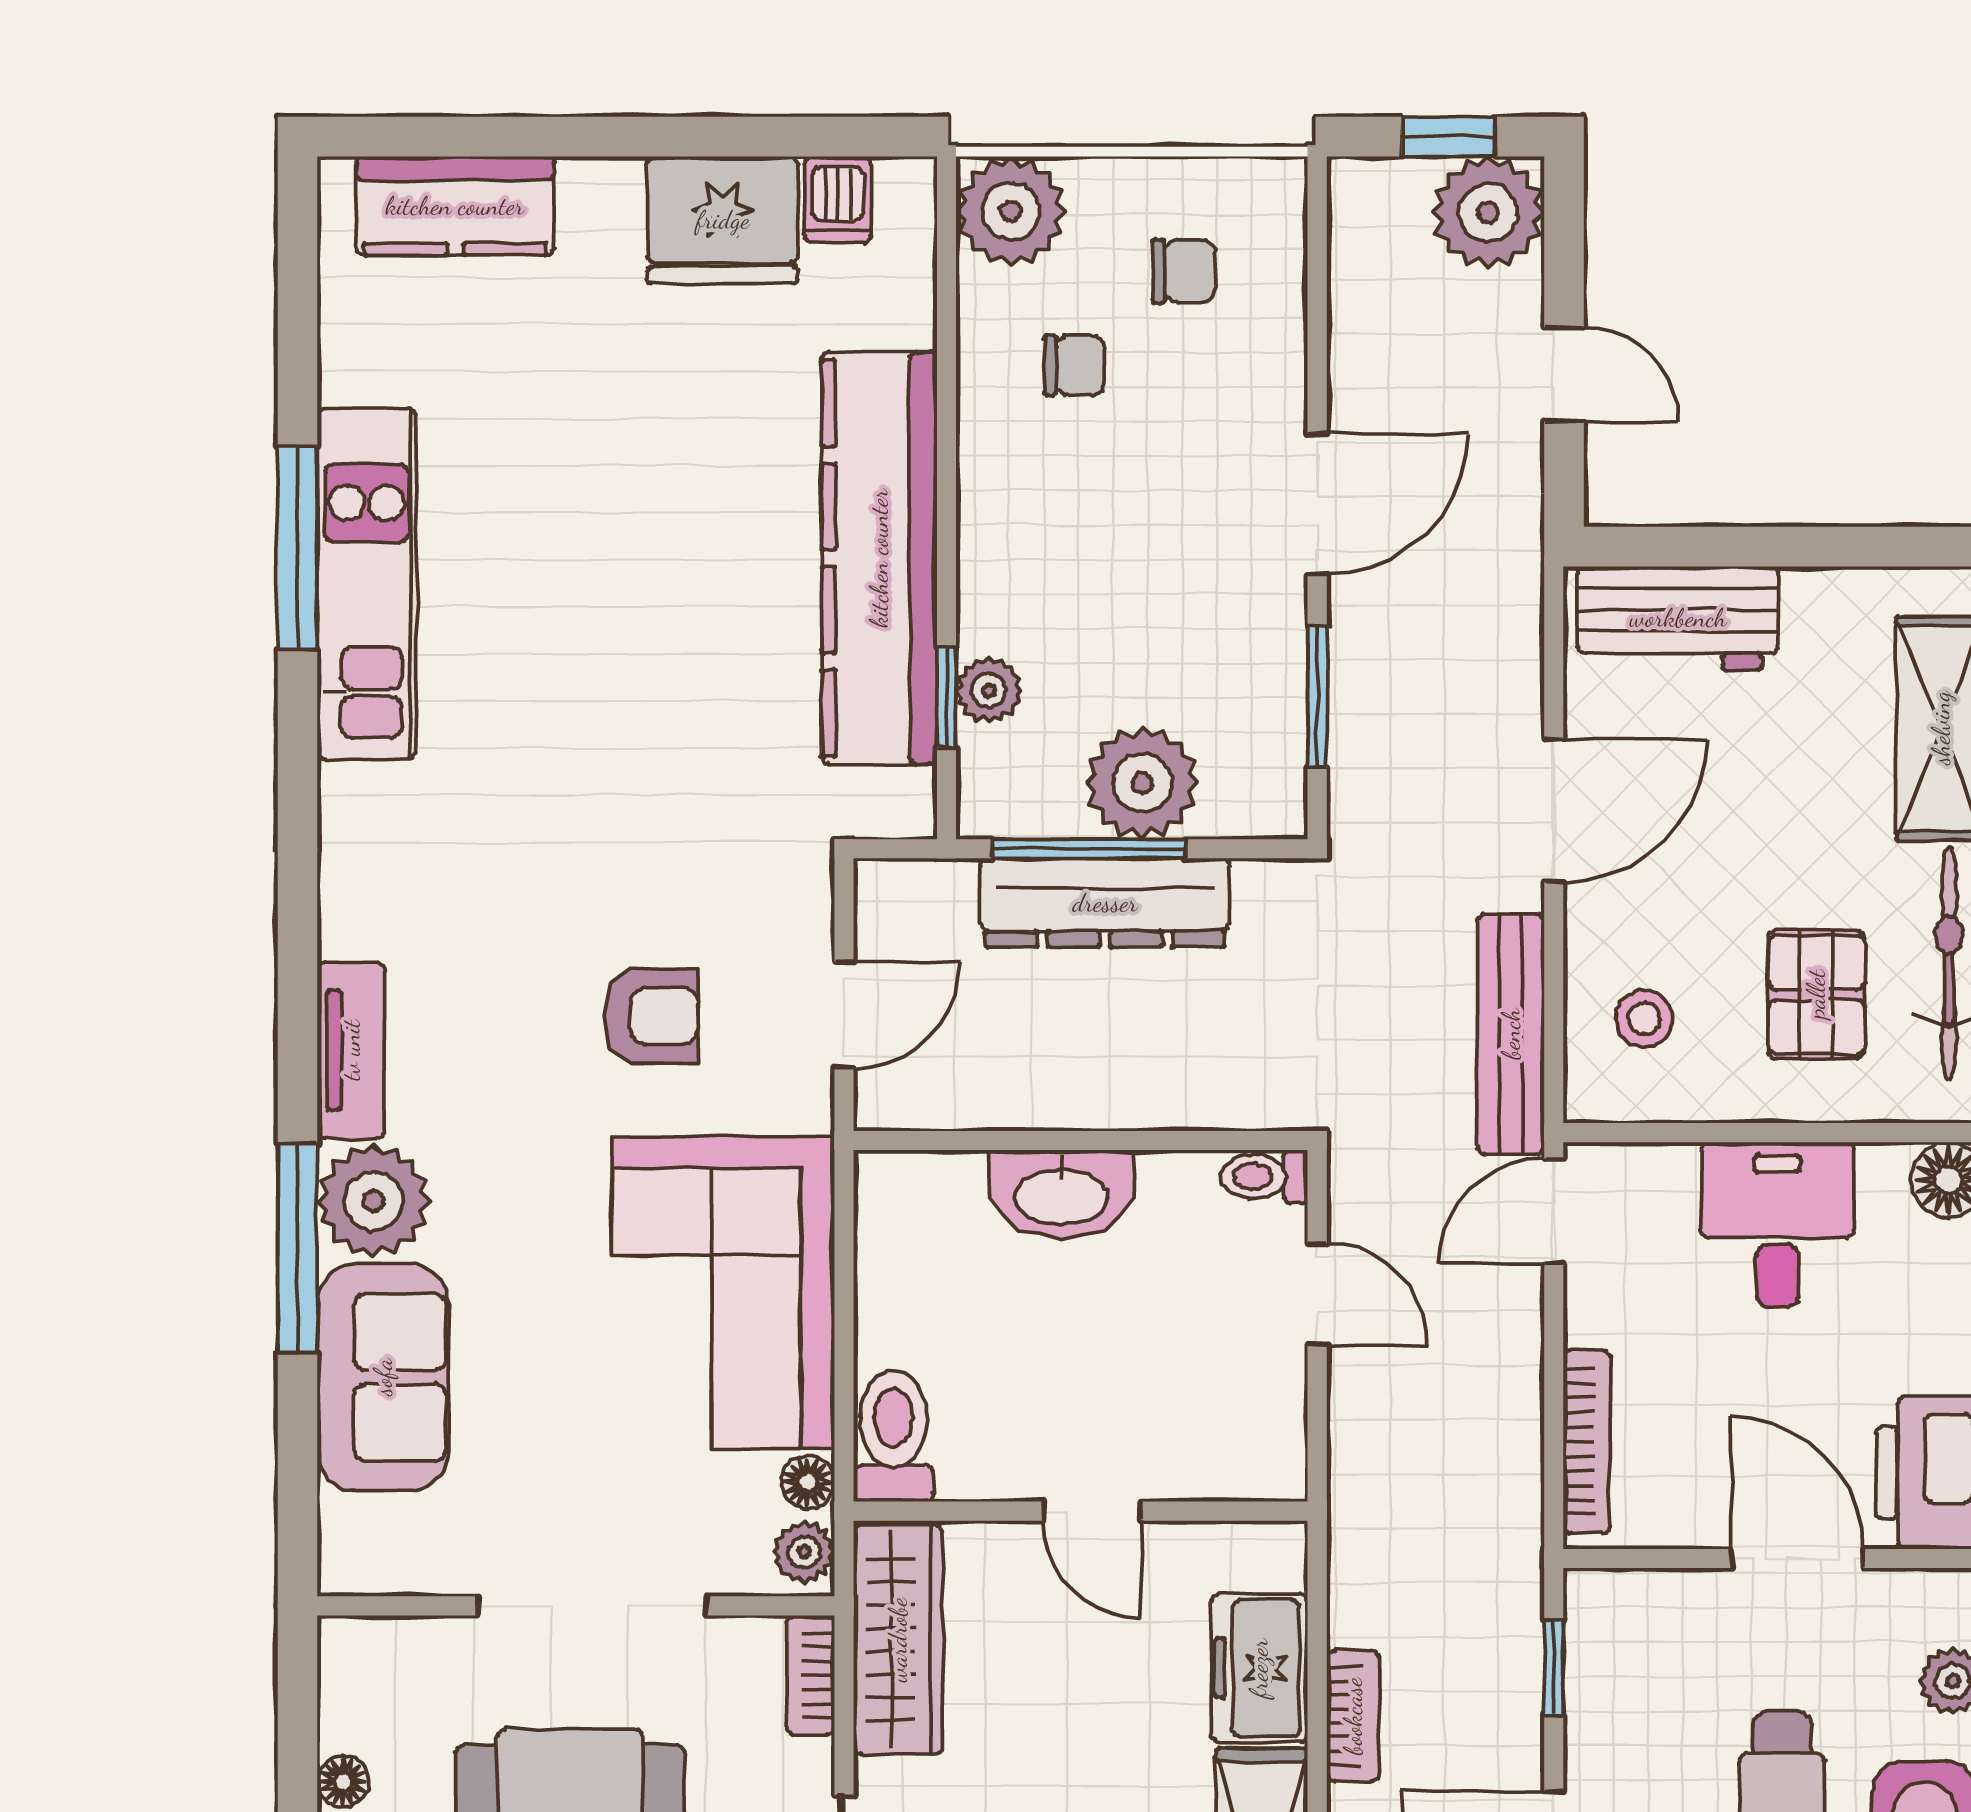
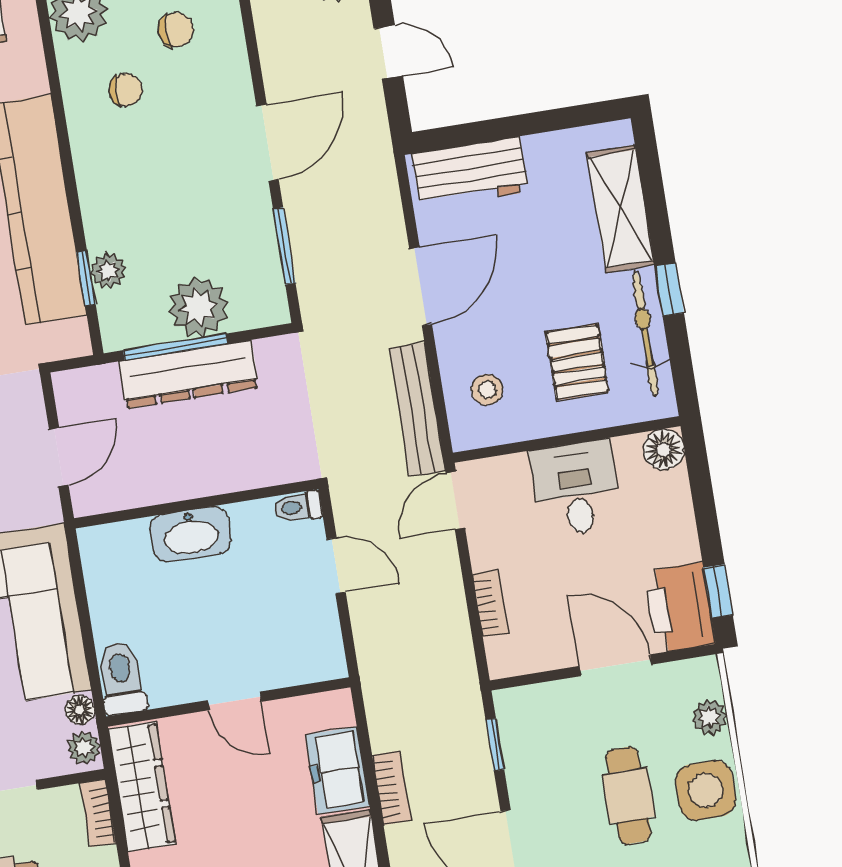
bookcase: (1587, 1442) -> (490, 603), width x0.64

